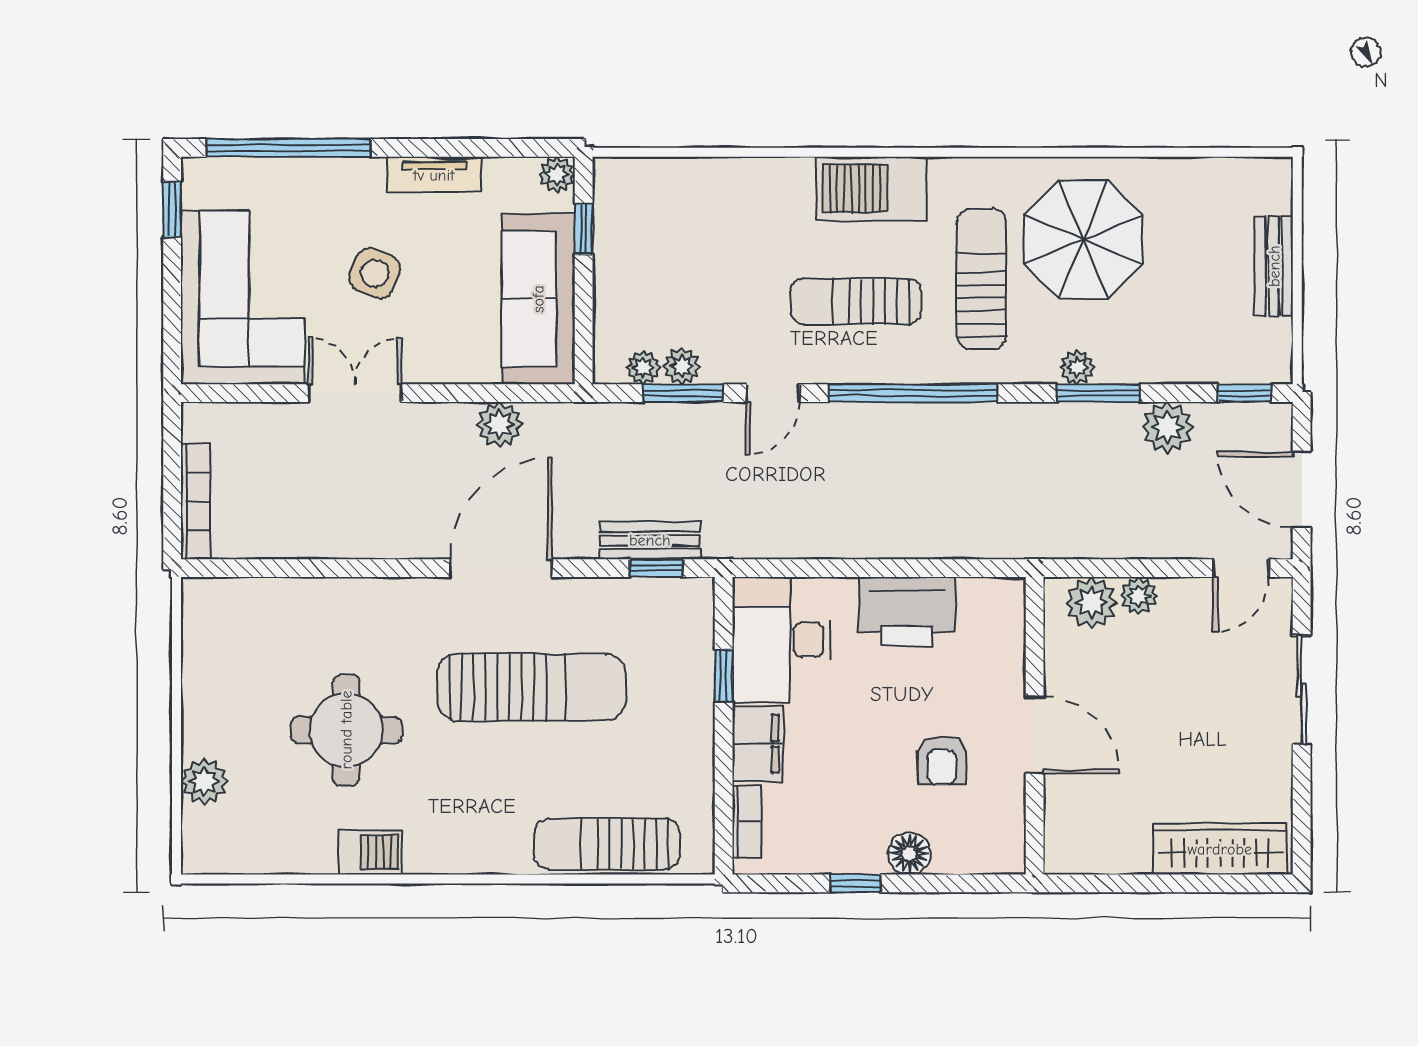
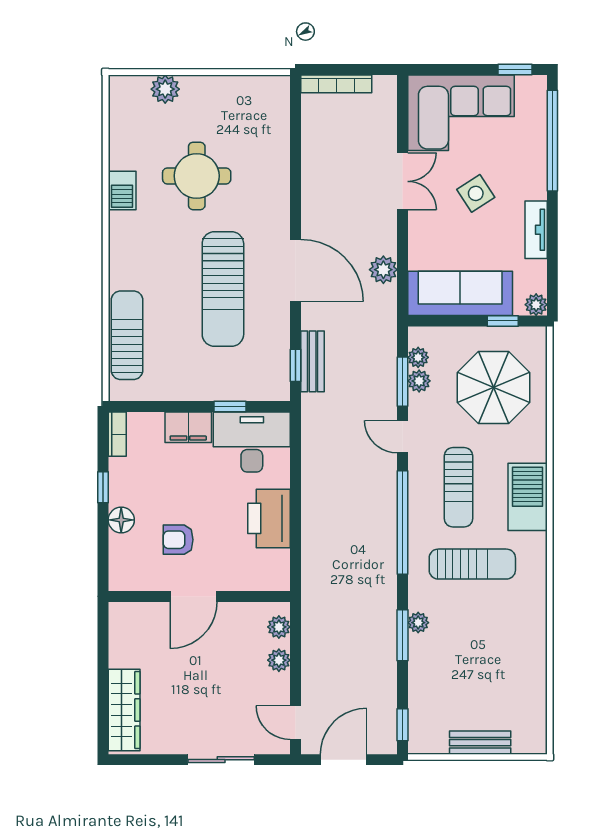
parasol: (1083, 239) -> (493, 388), moved
side table: (375, 273) -> (476, 193), turned 36
sun lounger: (856, 301) -> (459, 487), turned 180
plant: (1167, 427) -> (382, 678), removed
plant: (1091, 602) -> (279, 627), width x0.73, depth x0.73
bookcase: (747, 821) -> (117, 434), moved, turned -90

